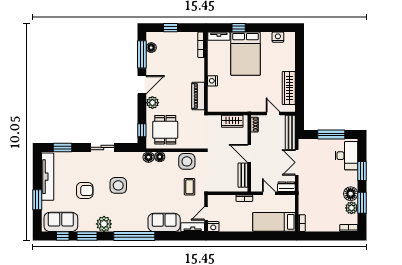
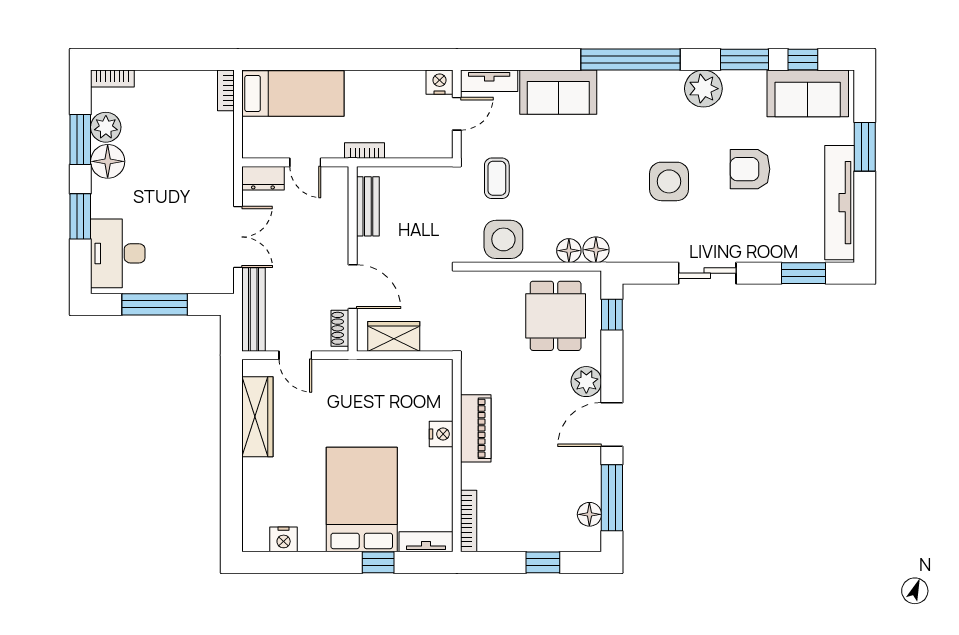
piano: (198, 96) -> (476, 428), moved
door: (249, 154) -> (353, 287), moved

